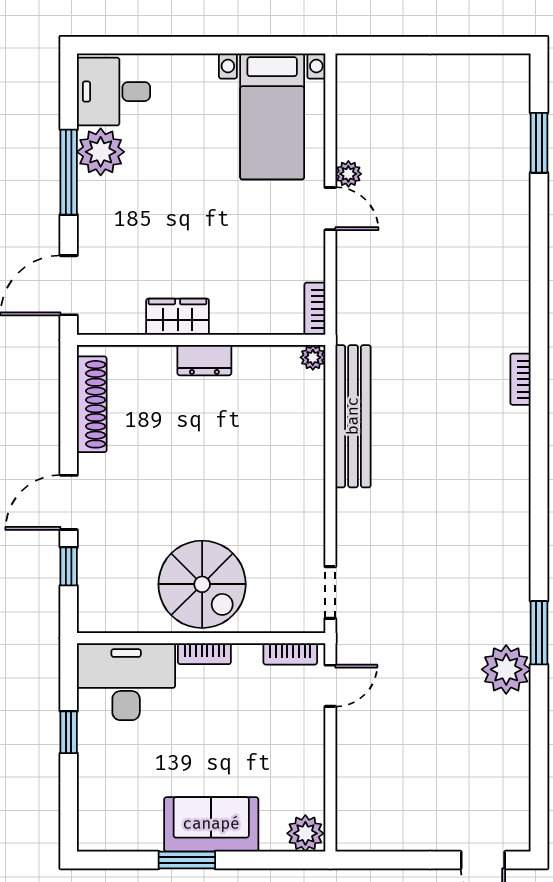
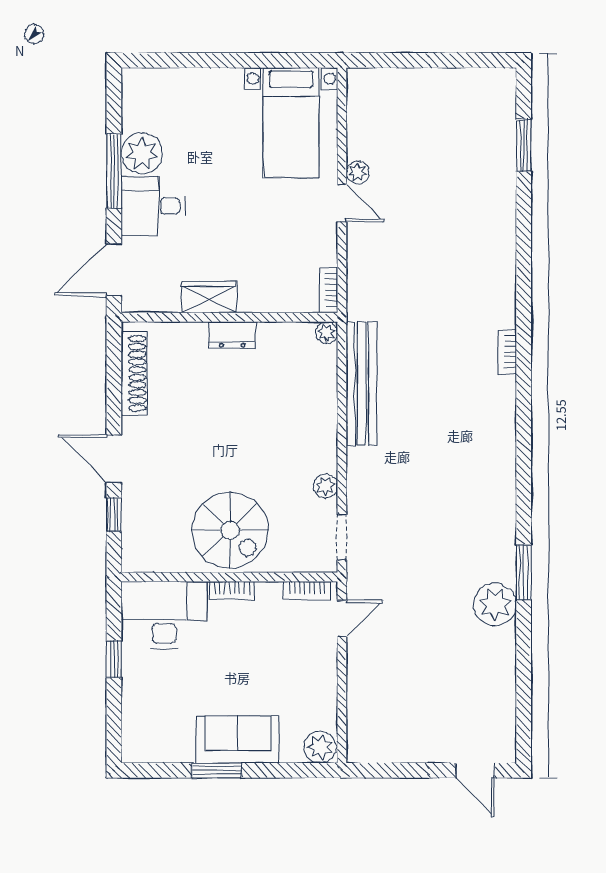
desk: (114, 92) -> (153, 206), moved
door: (69, 502) -> (114, 459), hinge flipped
plant: (312, 534) -> (325, 486), added

